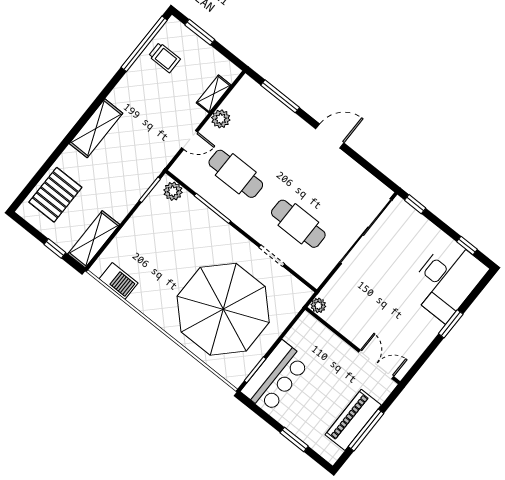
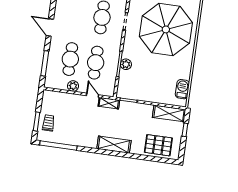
trolley: (164, 58) -> (48, 123), moved
shelving: (214, 94) -> (109, 103), moved
cafe table: (264, 139) -> (70, 59), added
plant: (173, 191) -> (126, 64), moved

